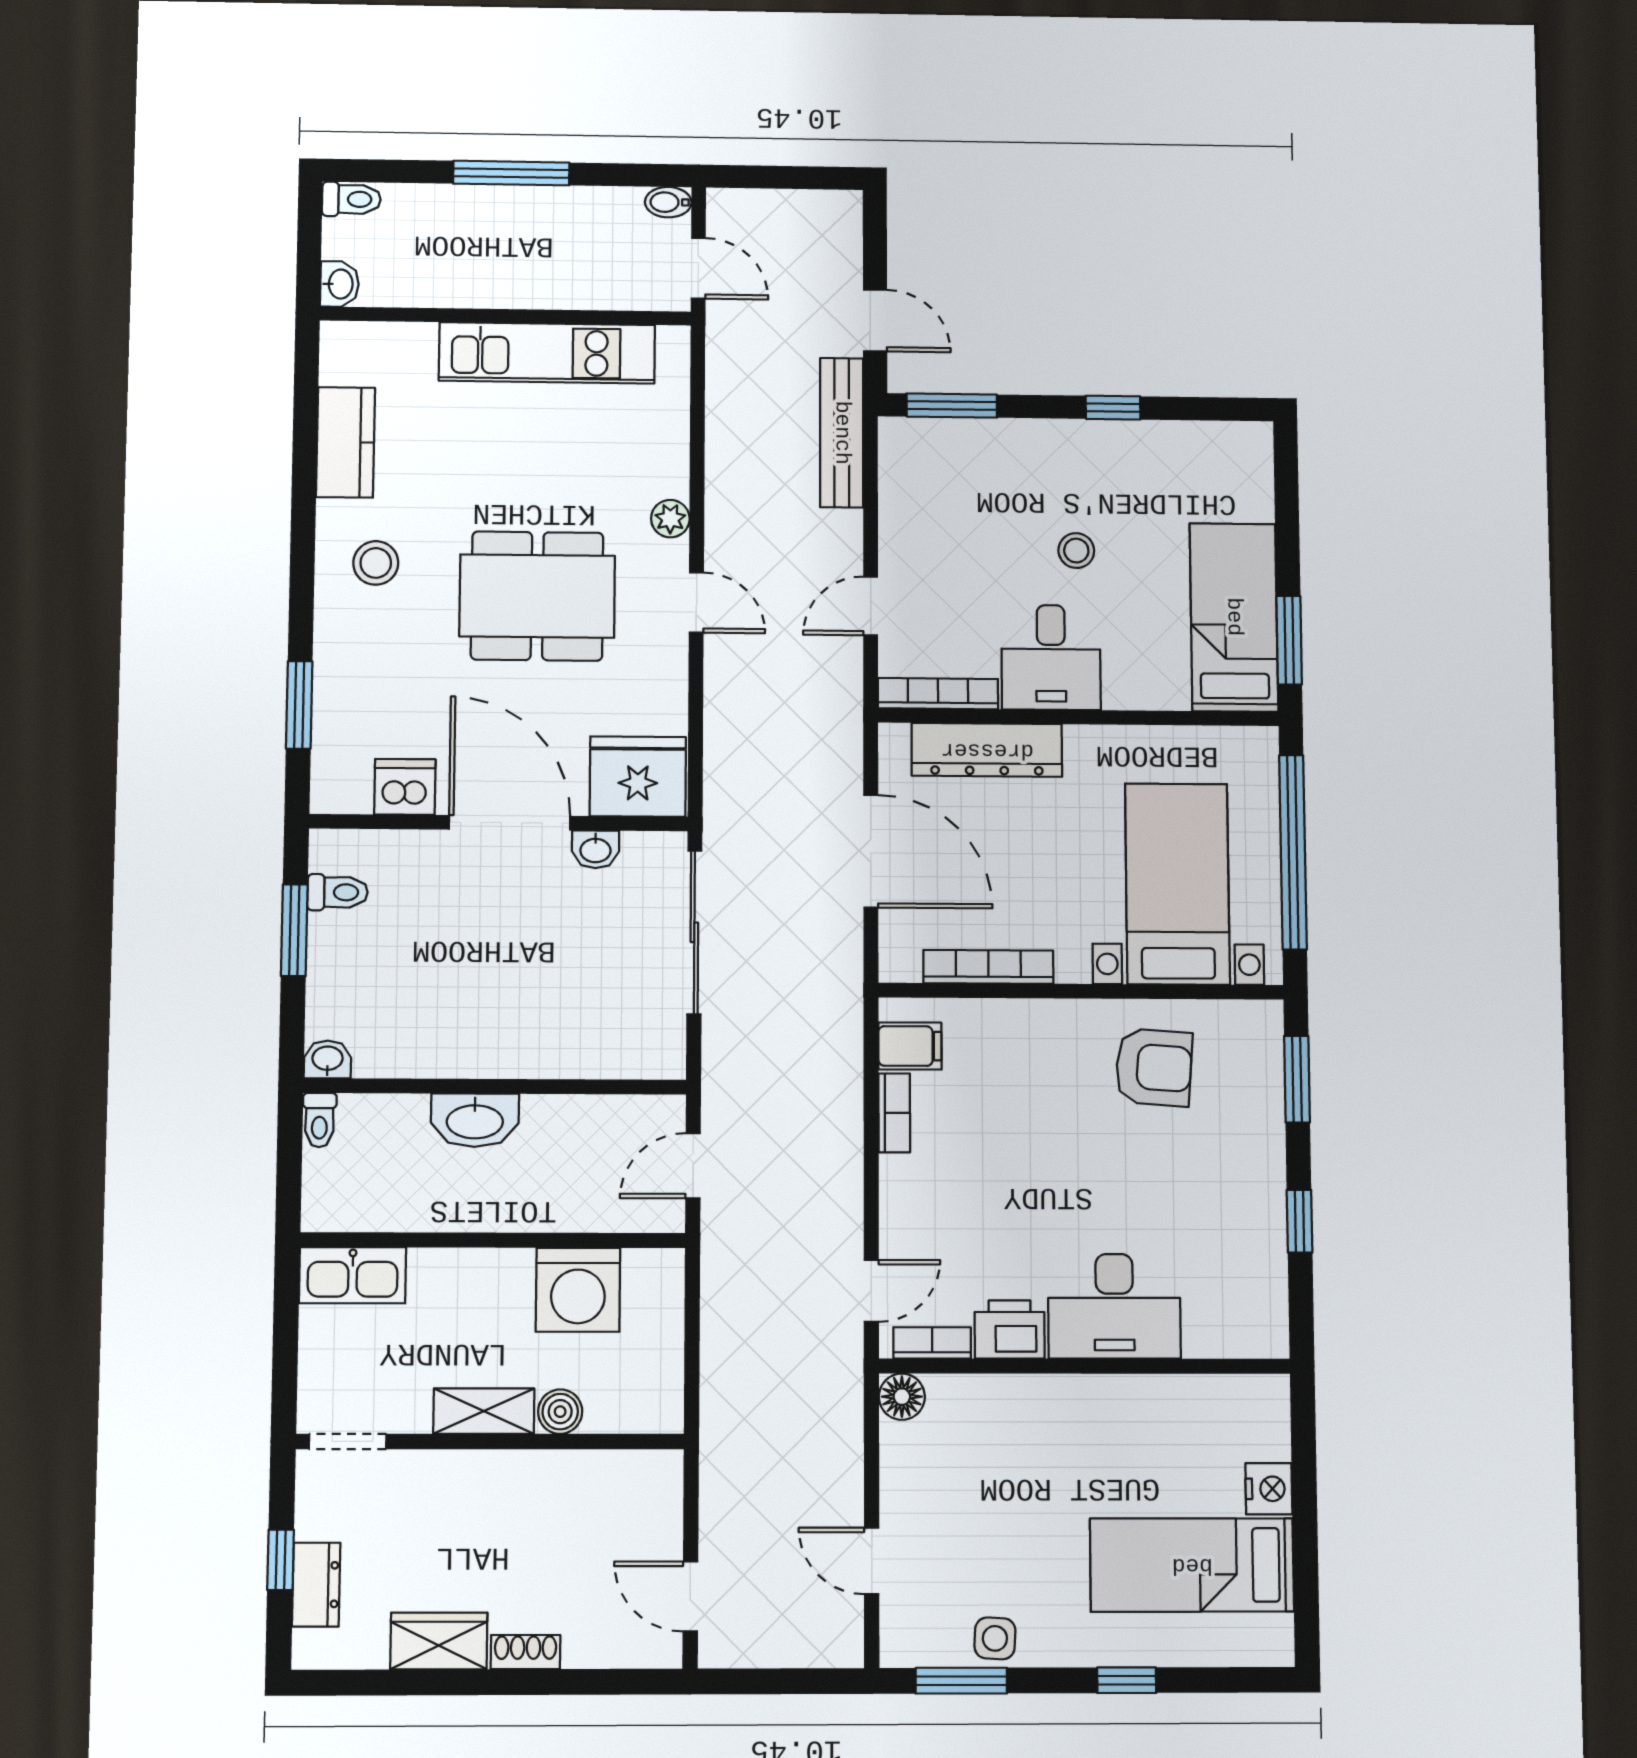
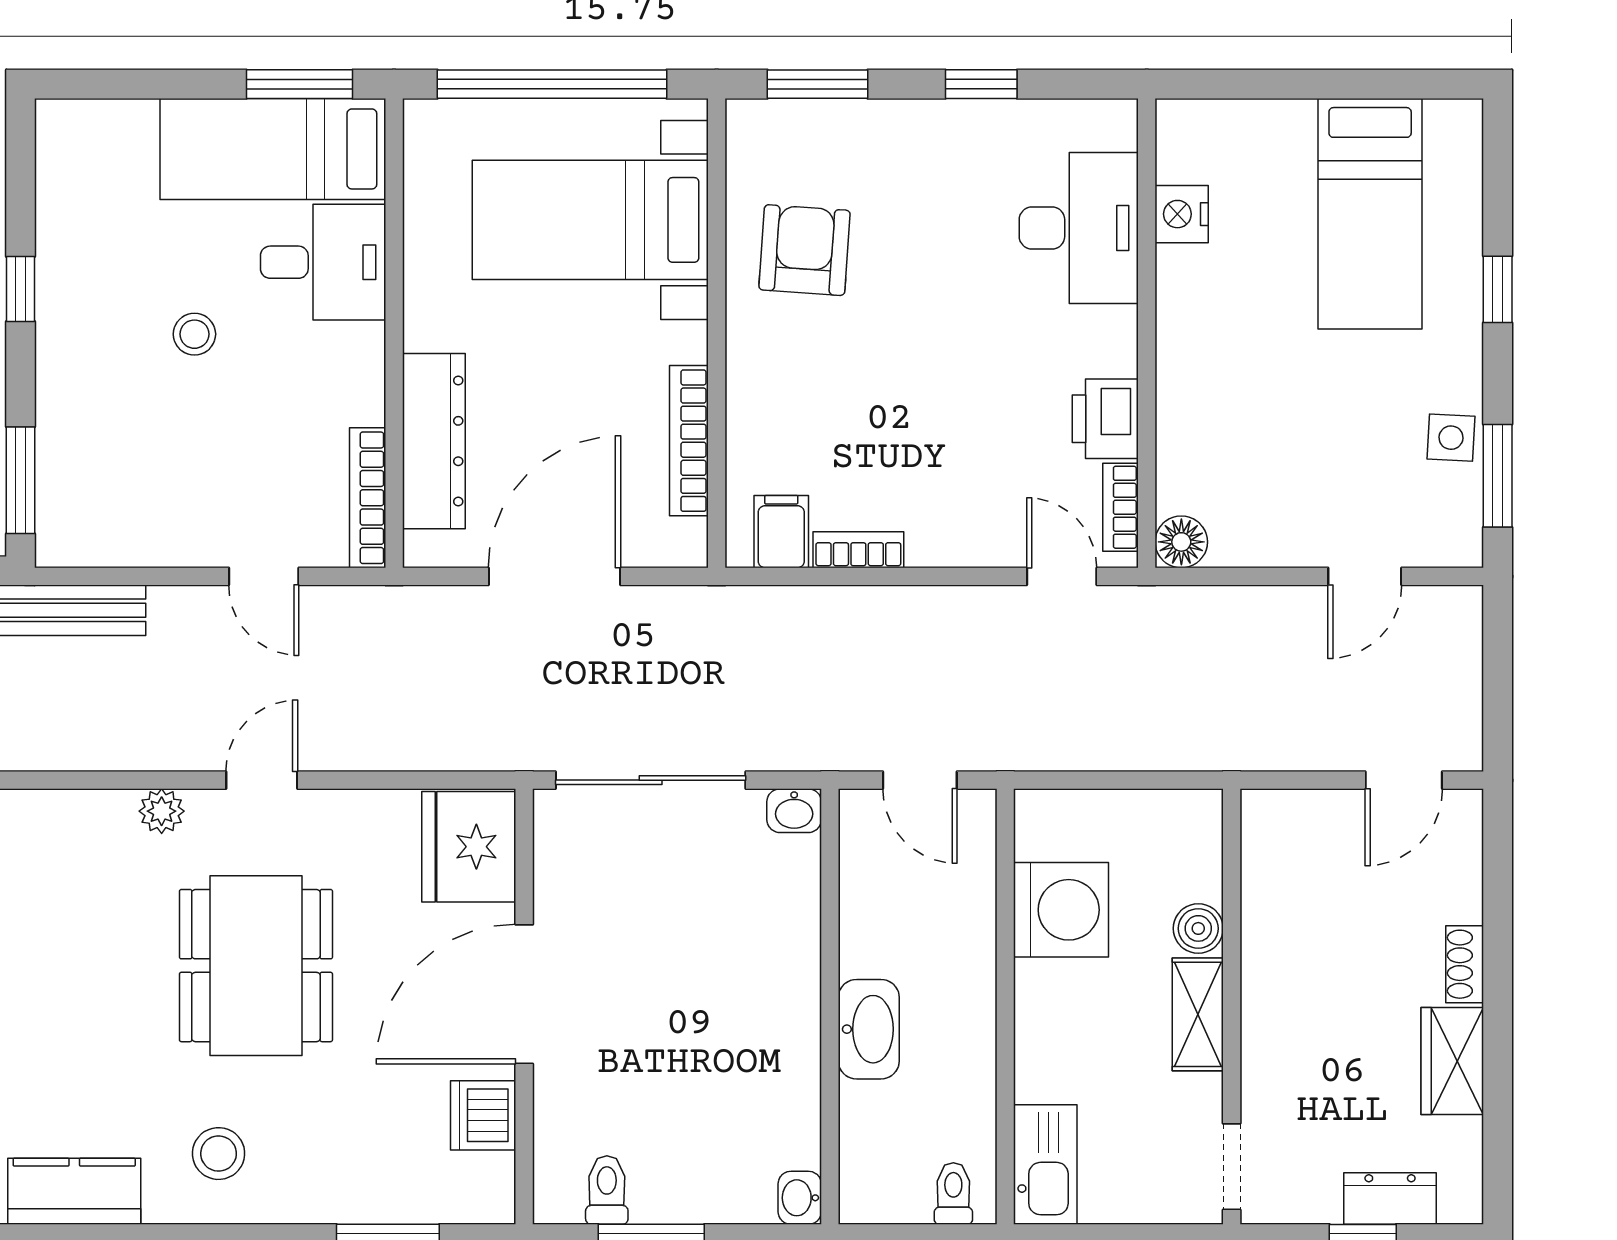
desk: (1051, 657) -> (323, 262), moved
washbasin: (595, 849) -> (794, 811), moved, turned 90
toilet: (319, 1120) -> (953, 1193), moved, turned -90
desk: (1114, 1306) -> (1079, 228), moved
nightstand: (1269, 1489) -> (1182, 214), moved, turned -90

